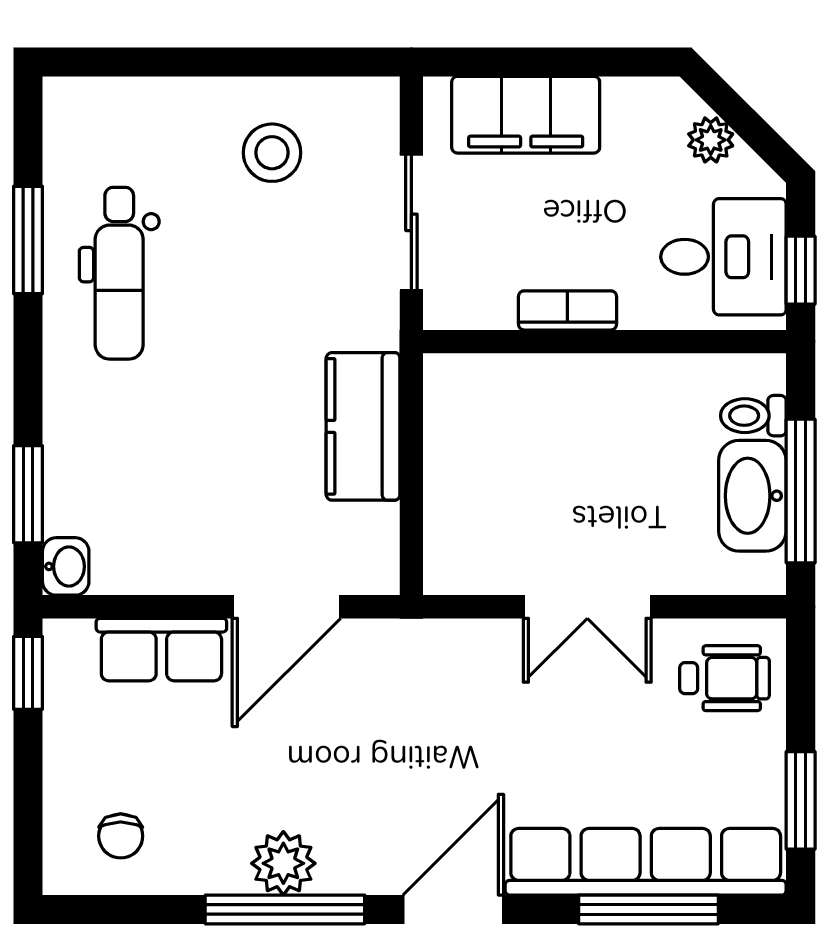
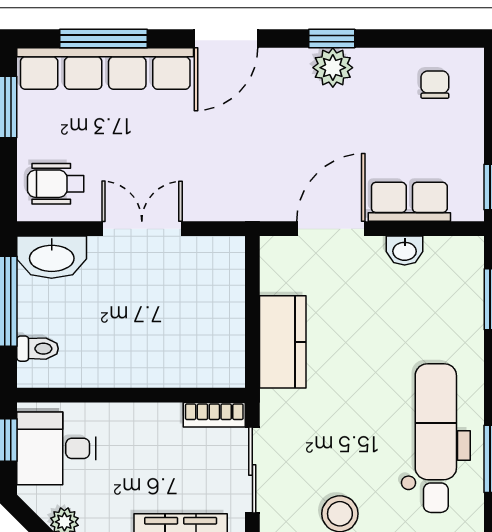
dental chair: (119, 273) -> (436, 438), width x1.36, depth x1.38
bookcase: (567, 310) -> (214, 415), moved
washbasin: (752, 496) -> (52, 257), moved, turned 90
washbasin: (66, 566) -> (405, 250), moved, turned -90
window: (285, 909) -> (332, 39), width x0.46

